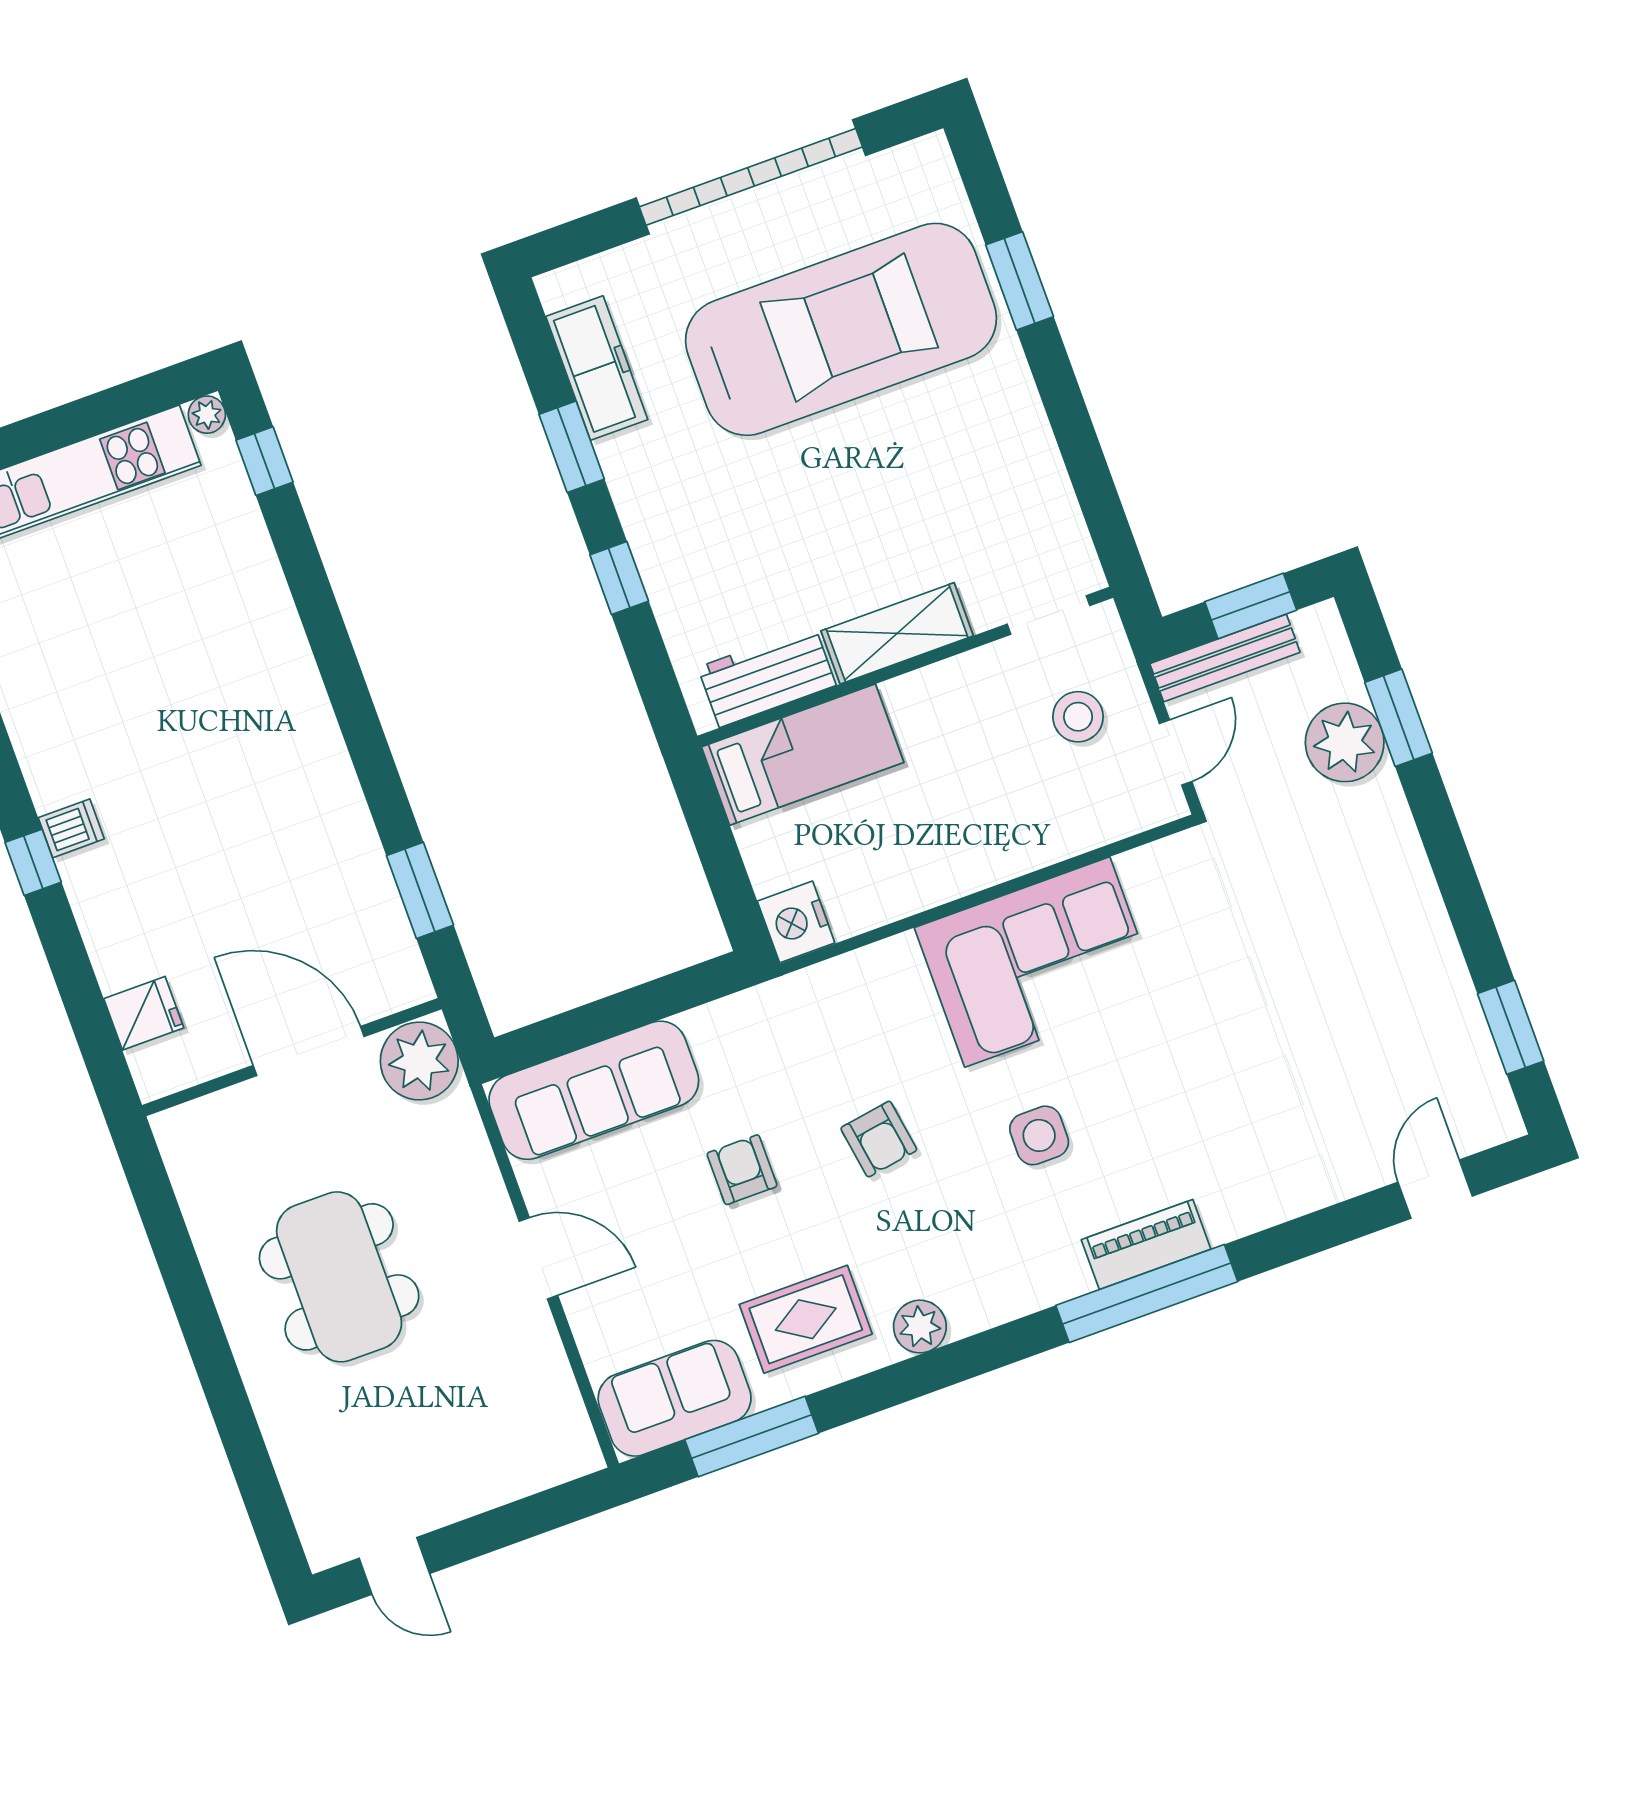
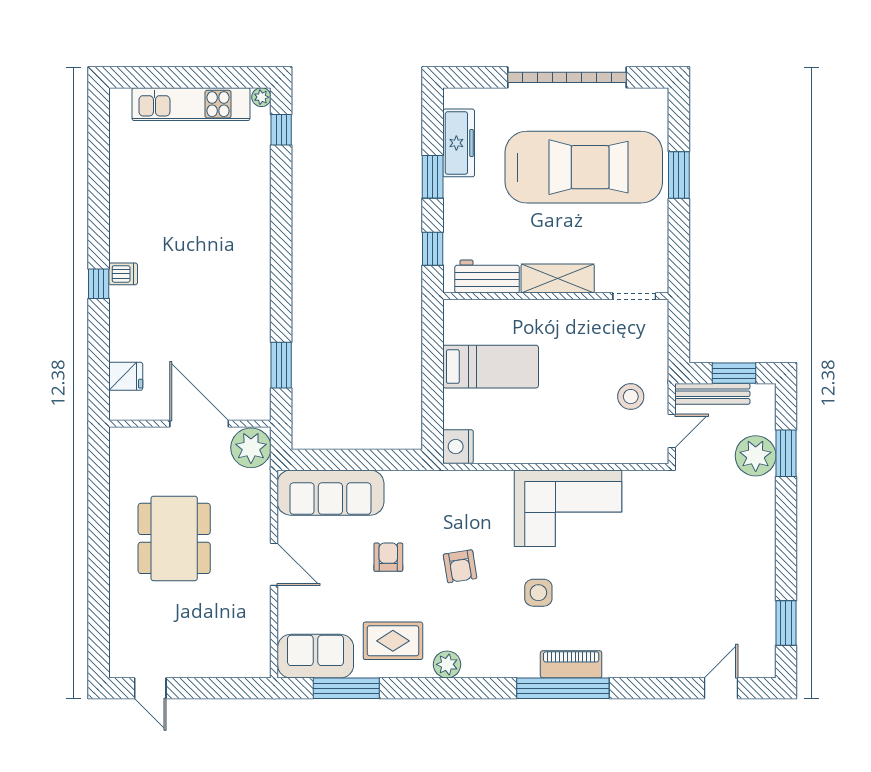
doorway: (1049, 615) -> (634, 296), moved
shelving: (897, 633) -> (558, 278), moved
wall: (905, 667) -> (556, 296), moved
workbench: (767, 676) -> (487, 276), moved

